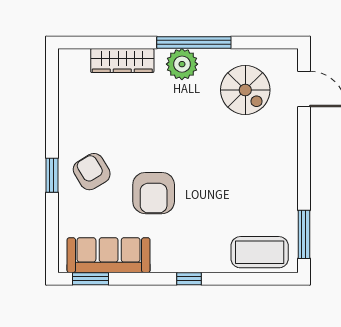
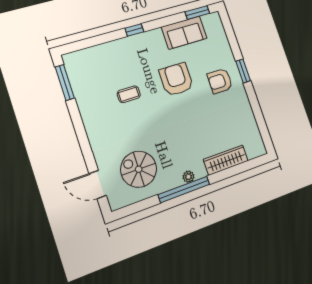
plant: (182, 64) -> (189, 177), width x0.53, depth x0.53
armchair: (92, 172) -> (220, 81), turned 121
coffee table: (260, 252) -> (129, 94), moved, width x0.54, depth x0.58
sofa: (109, 255) -> (184, 33), width x0.73

